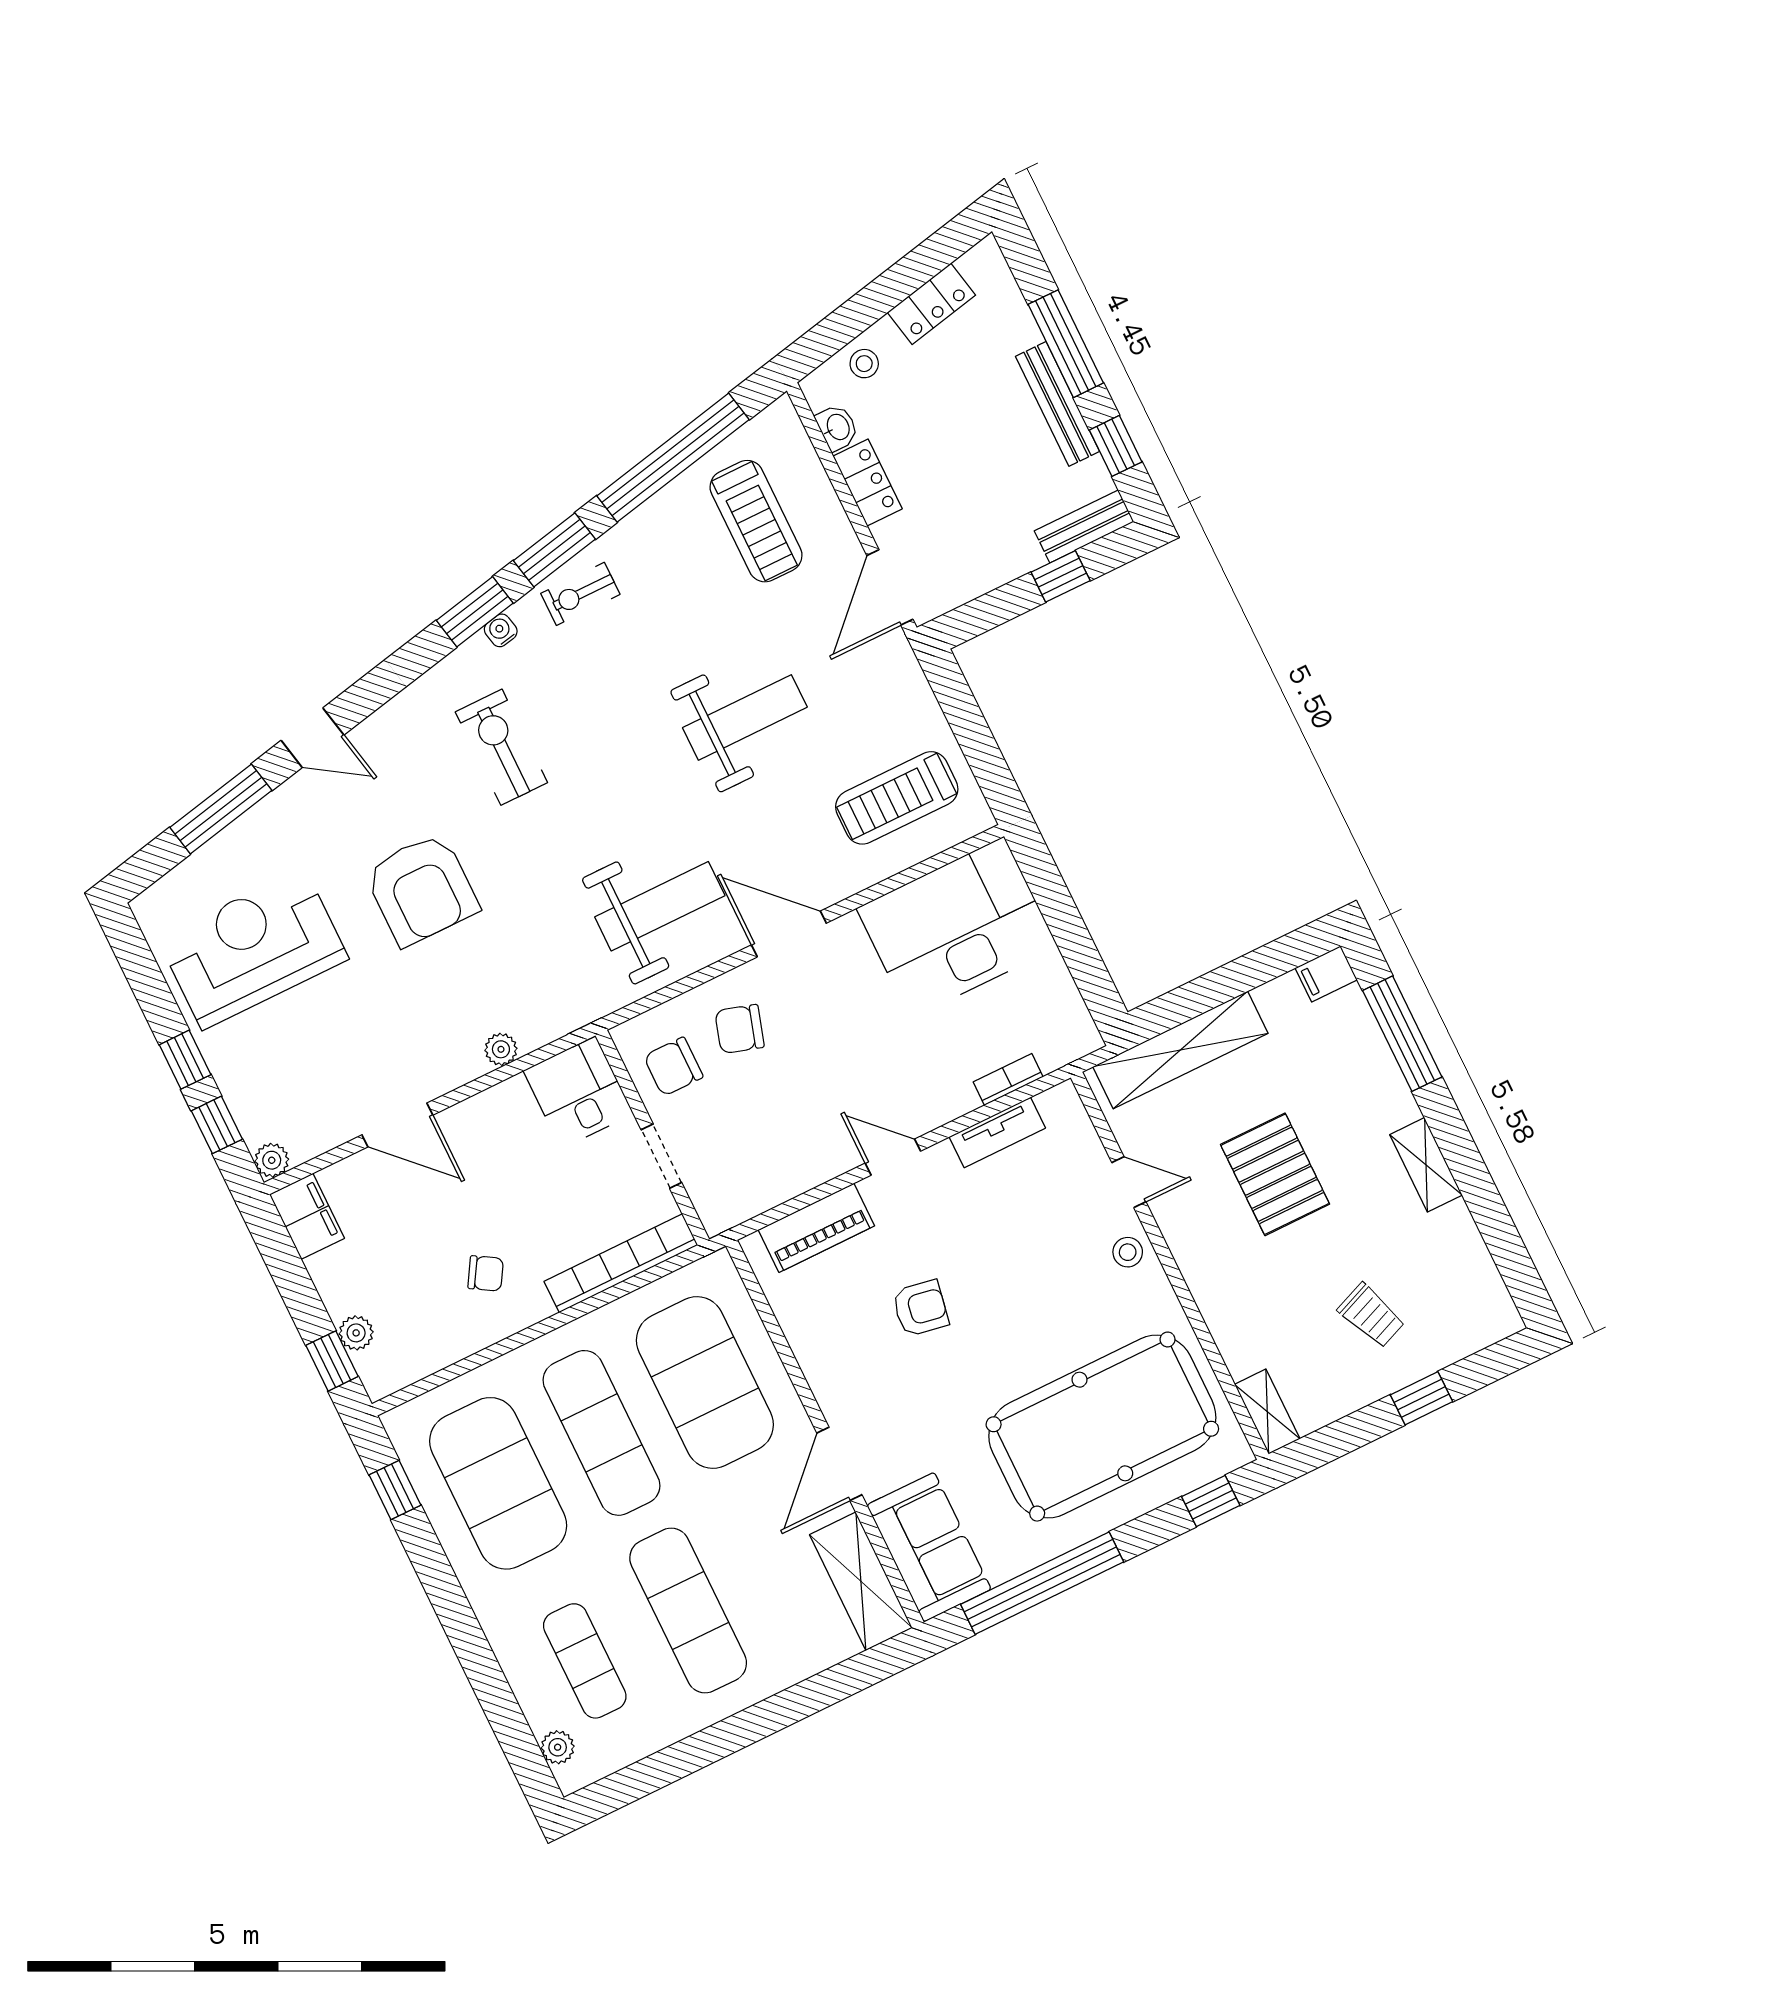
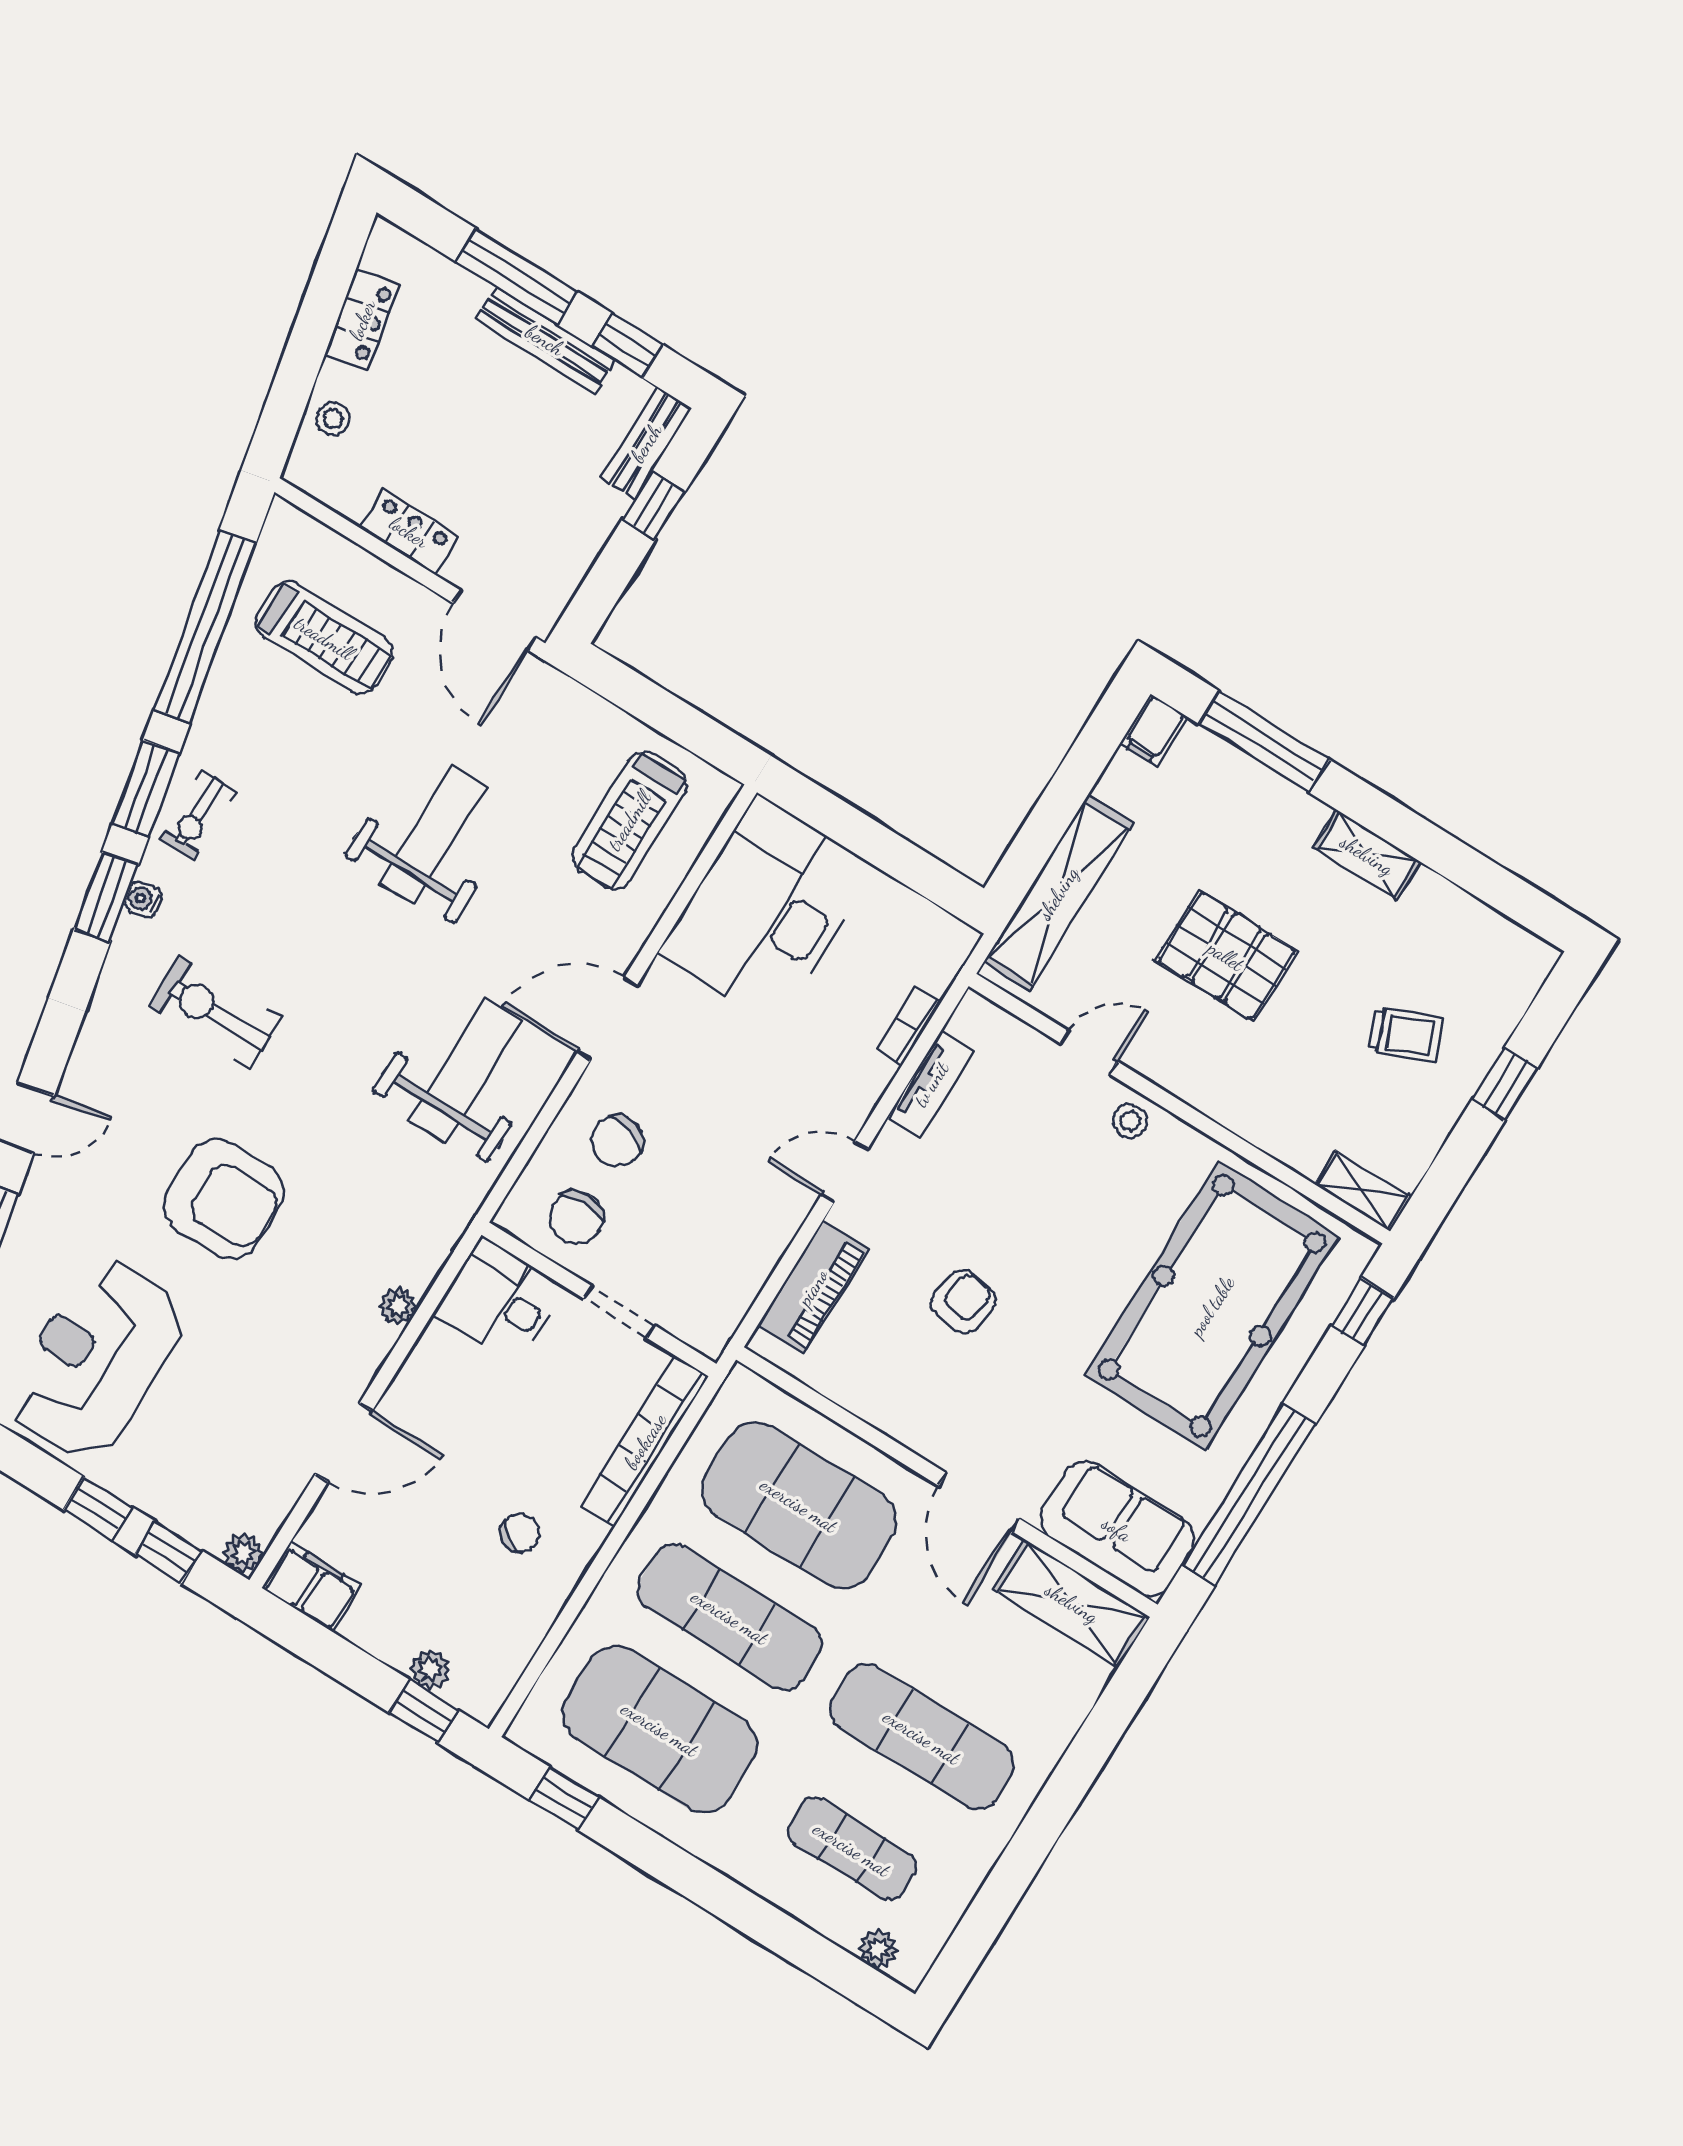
washbasin: (837, 427) -> (346, 497), removed

